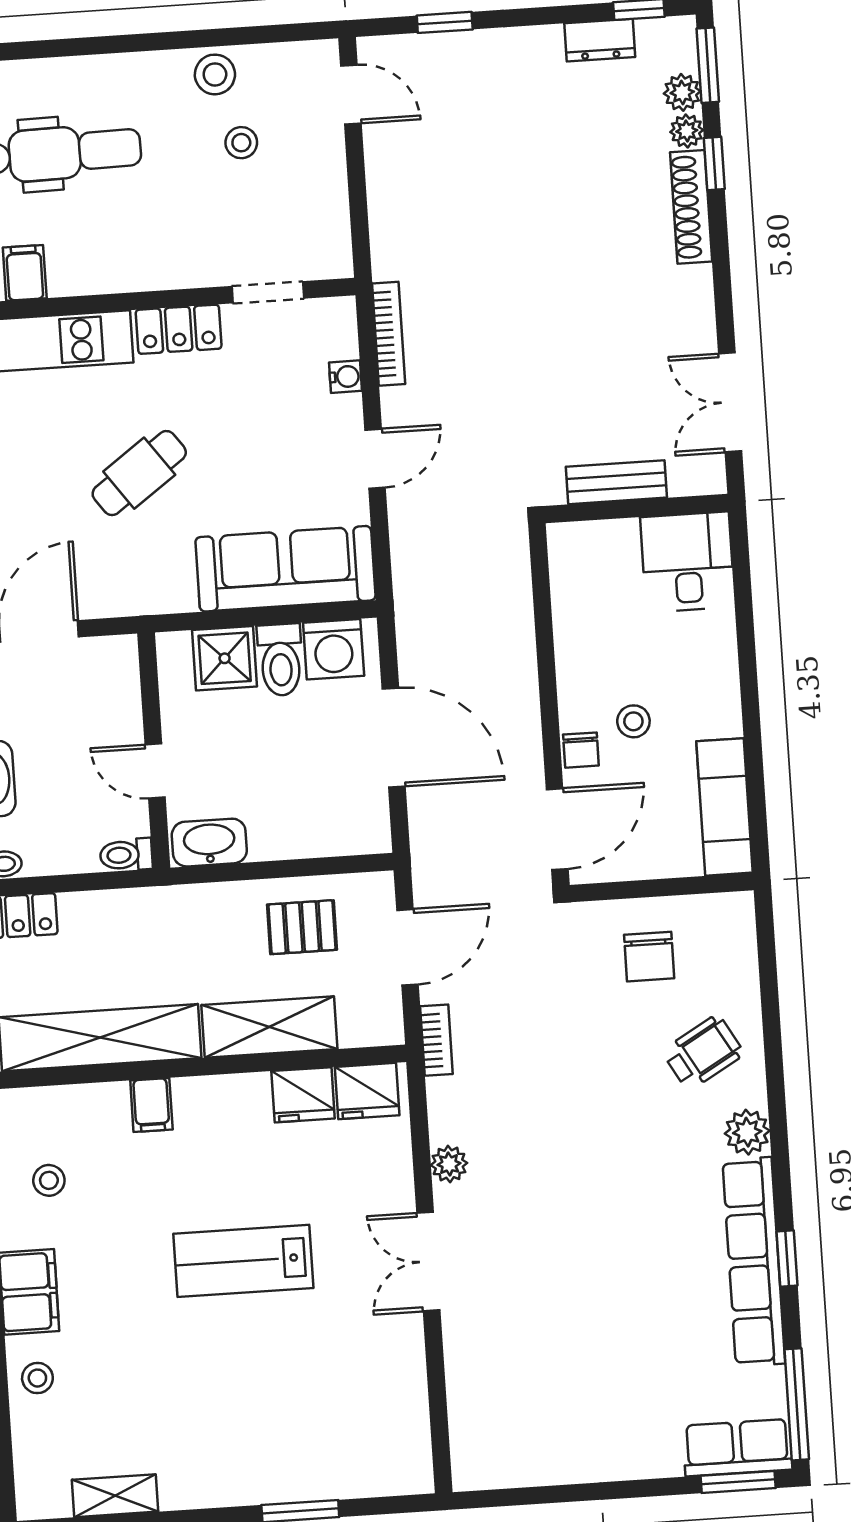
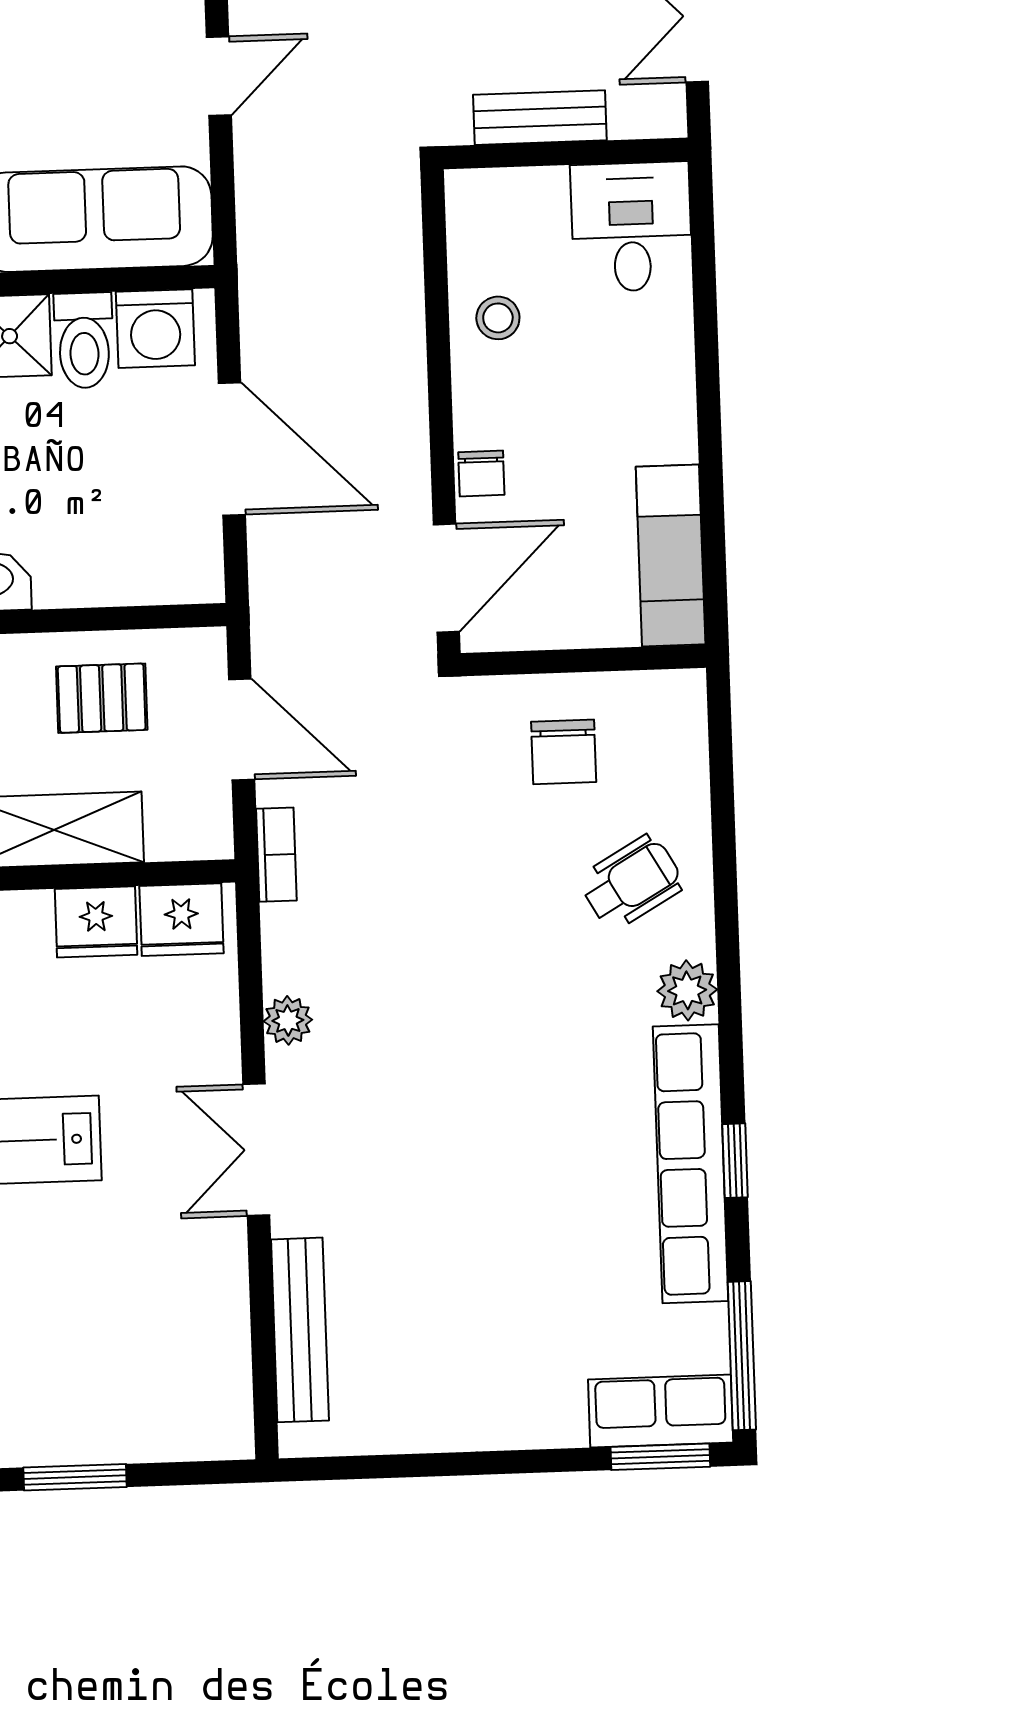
stool: (633, 721) -> (498, 318), moved
door: (408, 947) -> (242, 729), hinge flipped
bench: (465, 1395) -> (300, 1330), added

